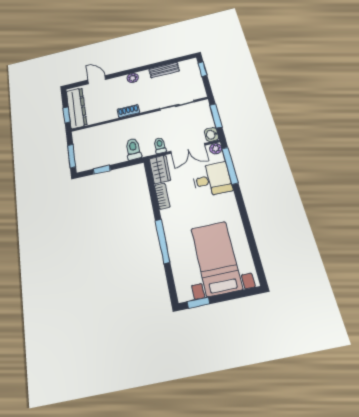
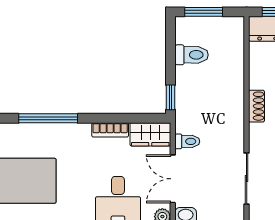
toilet: (133, 149) -> (192, 55), moved
window: (102, 170) -> (171, 97), moved

